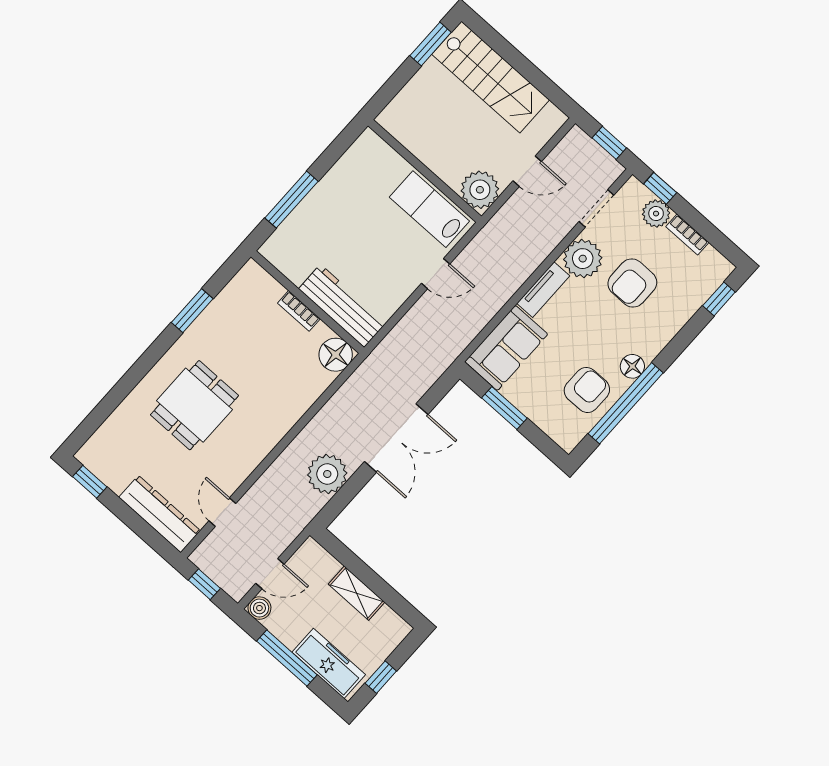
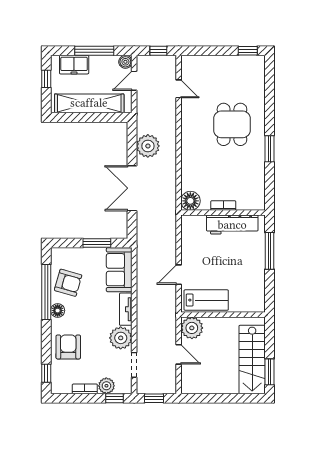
stairs: (491, 77) -> (252, 359), moved, turned -90
door: (527, 171) -> (179, 354), swing flipped
armchair: (632, 283) -> (68, 347), moved
workbench: (342, 306) -> (232, 225), moved
window: (192, 311) -> (269, 149), moved
armchair: (587, 390) -> (68, 283), turned -74
dresser: (160, 514) -> (205, 64), removed
shelving: (357, 593) -> (89, 103), width x2.20, depth x1.33
freezer: (329, 663) -> (74, 65), width x0.71

